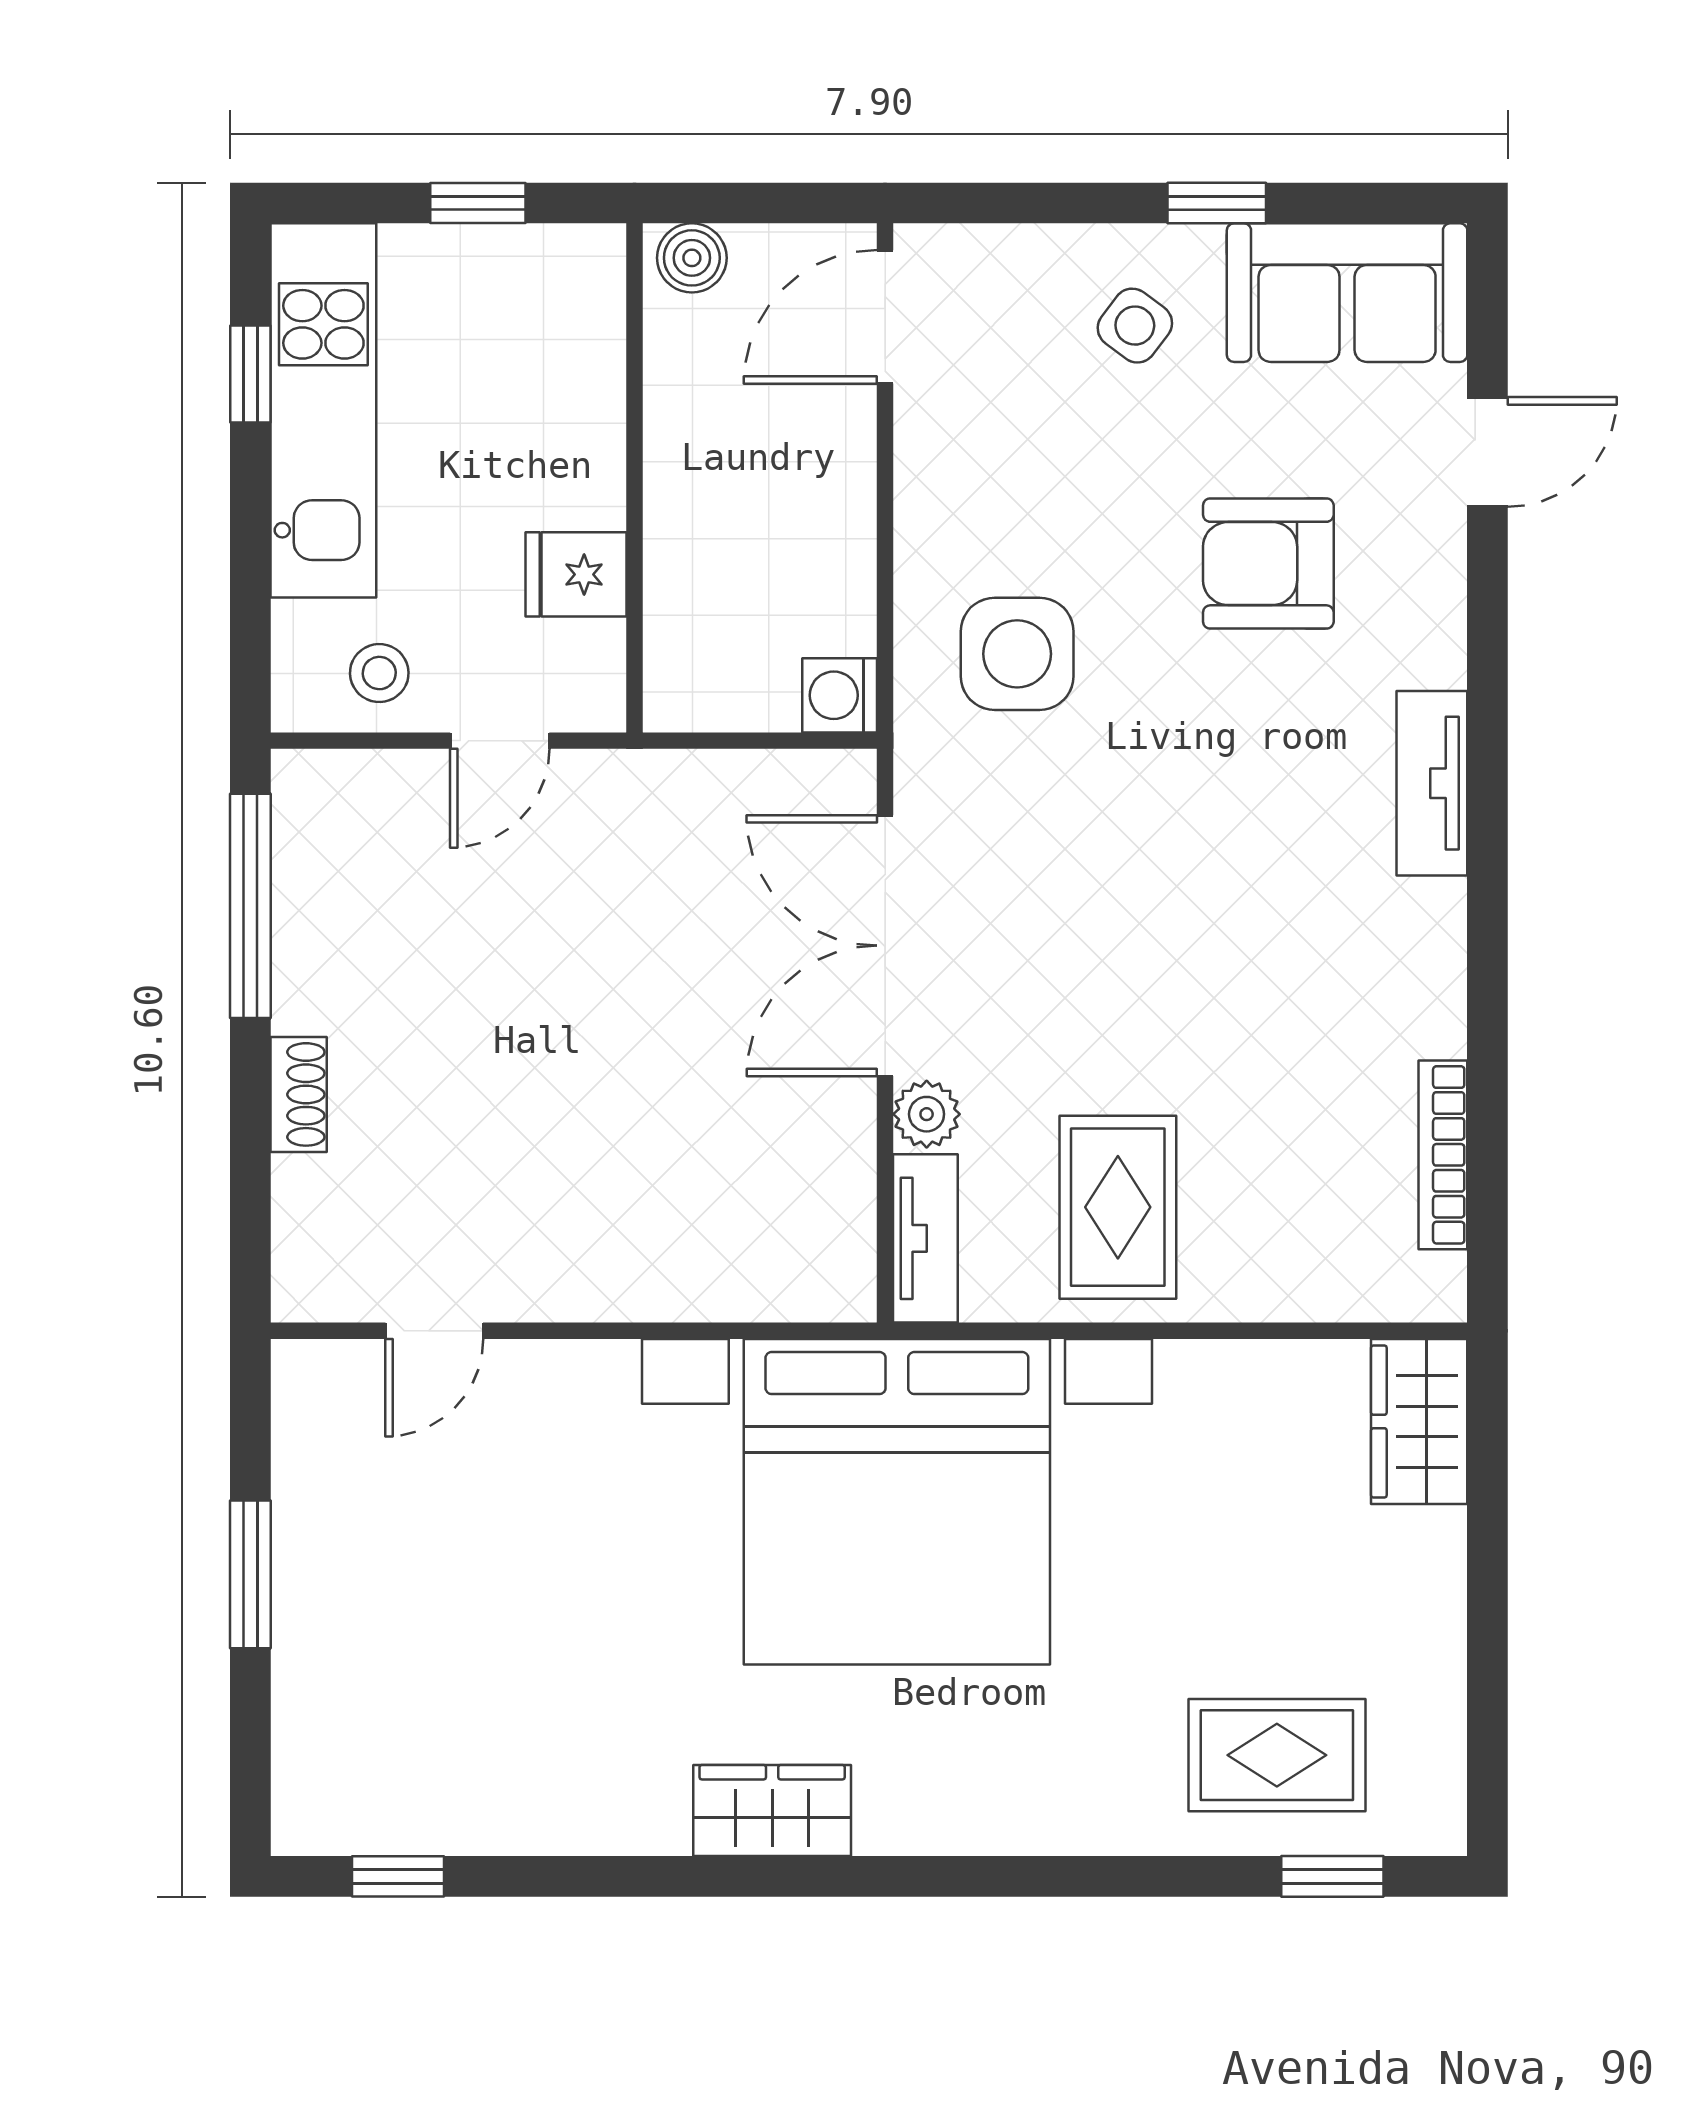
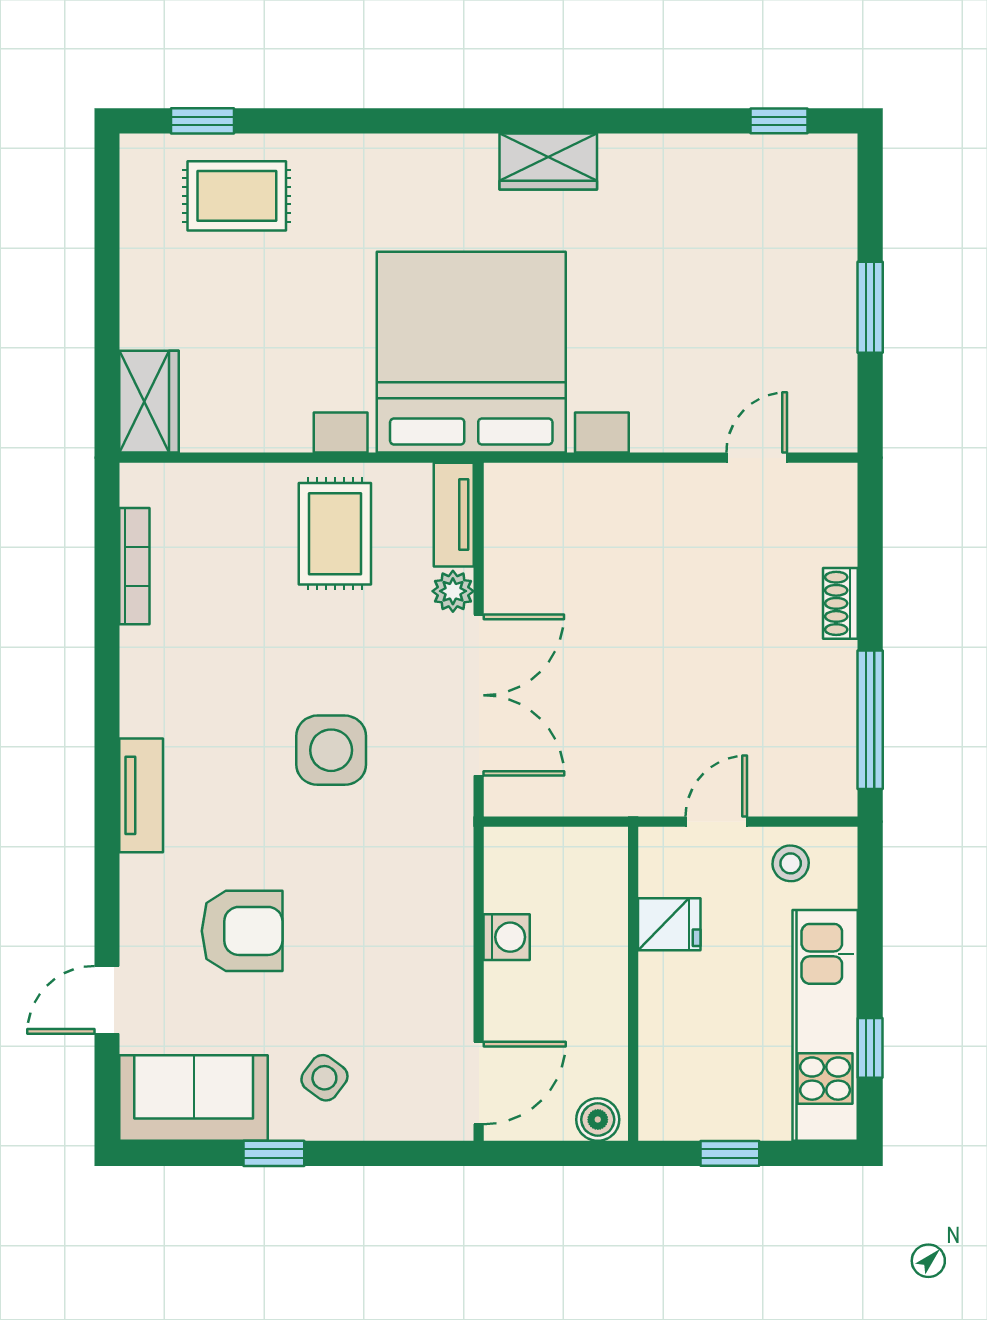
side table: (1017, 654) -> (331, 750), moved
washing machine: (840, 695) -> (507, 937), moved

